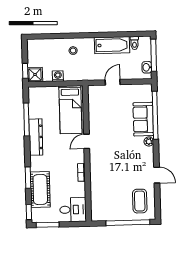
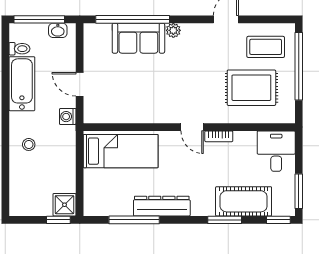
washing machine: (58, 76) -> (68, 117), moved
door: (87, 141) -> (192, 127), moved
rug: (113, 193) -> (251, 88), added

